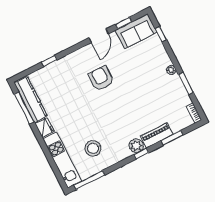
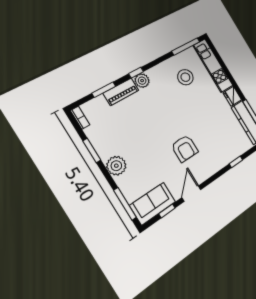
window: (161, 34) -> (125, 204), width x2.17
plant: (171, 70) -> (116, 166), width x1.88, depth x1.88

